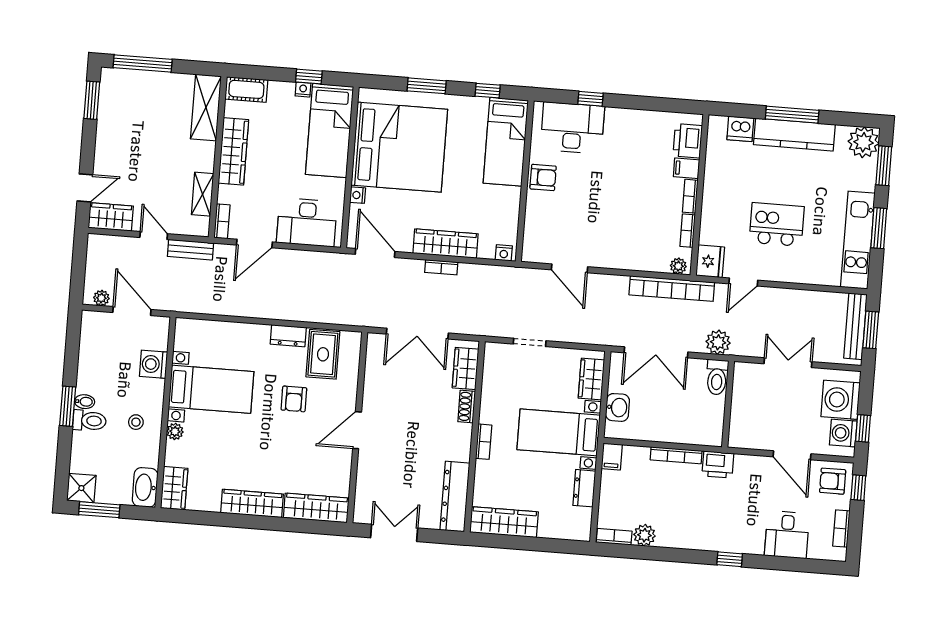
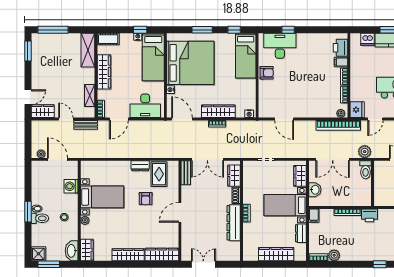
bench: (374, 356) -> (186, 173), added
dresser: (455, 497) -> (234, 223), moved
wardrobe: (504, 522) -> (276, 254), moved

